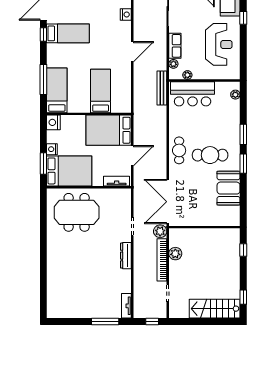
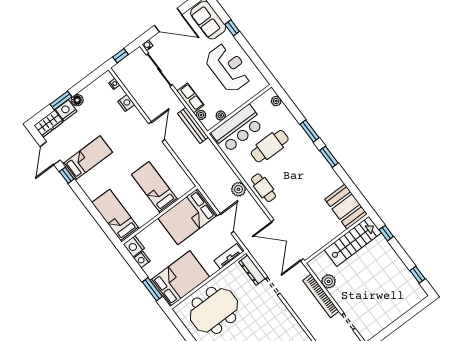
window: (43, 80) -> (97, 215), removed
bench: (162, 88) -> (193, 125), moved
nightstand: (52, 149) -> (142, 260), moved
cafe table: (210, 155) -> (270, 146), moved
booth: (229, 188) -> (346, 207), moved
plant: (160, 231) -> (239, 189), moved
dresser: (126, 256) -> (252, 270), moved
stairs: (215, 309) -> (353, 241), moved, turned 180

